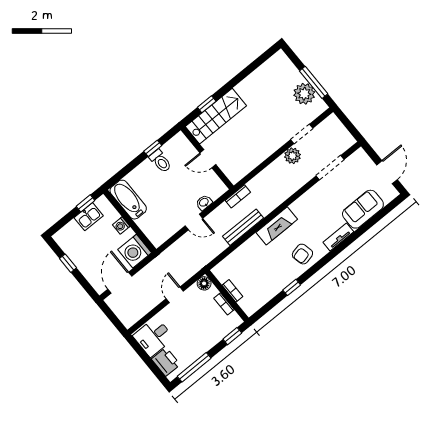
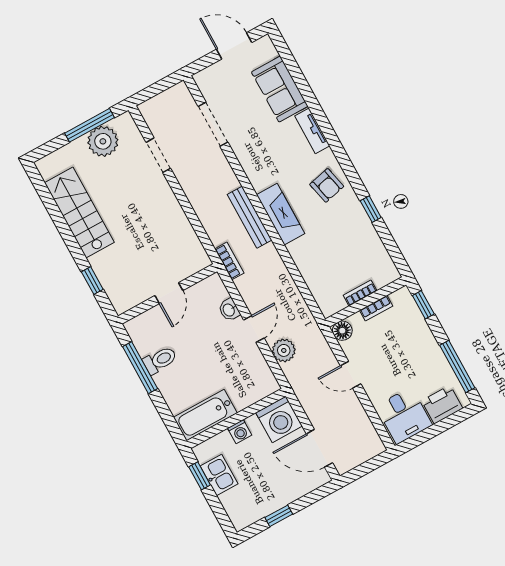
stairs: (216, 116) -> (79, 212), moved
window: (153, 148) -> (140, 368), width x2.17
plant: (292, 156) -> (284, 350), moved
bench: (243, 227) -> (249, 217), moved

